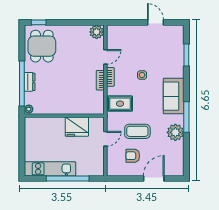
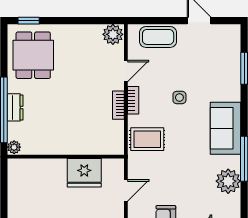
coffee table: (137, 131) -> (158, 37), moved

